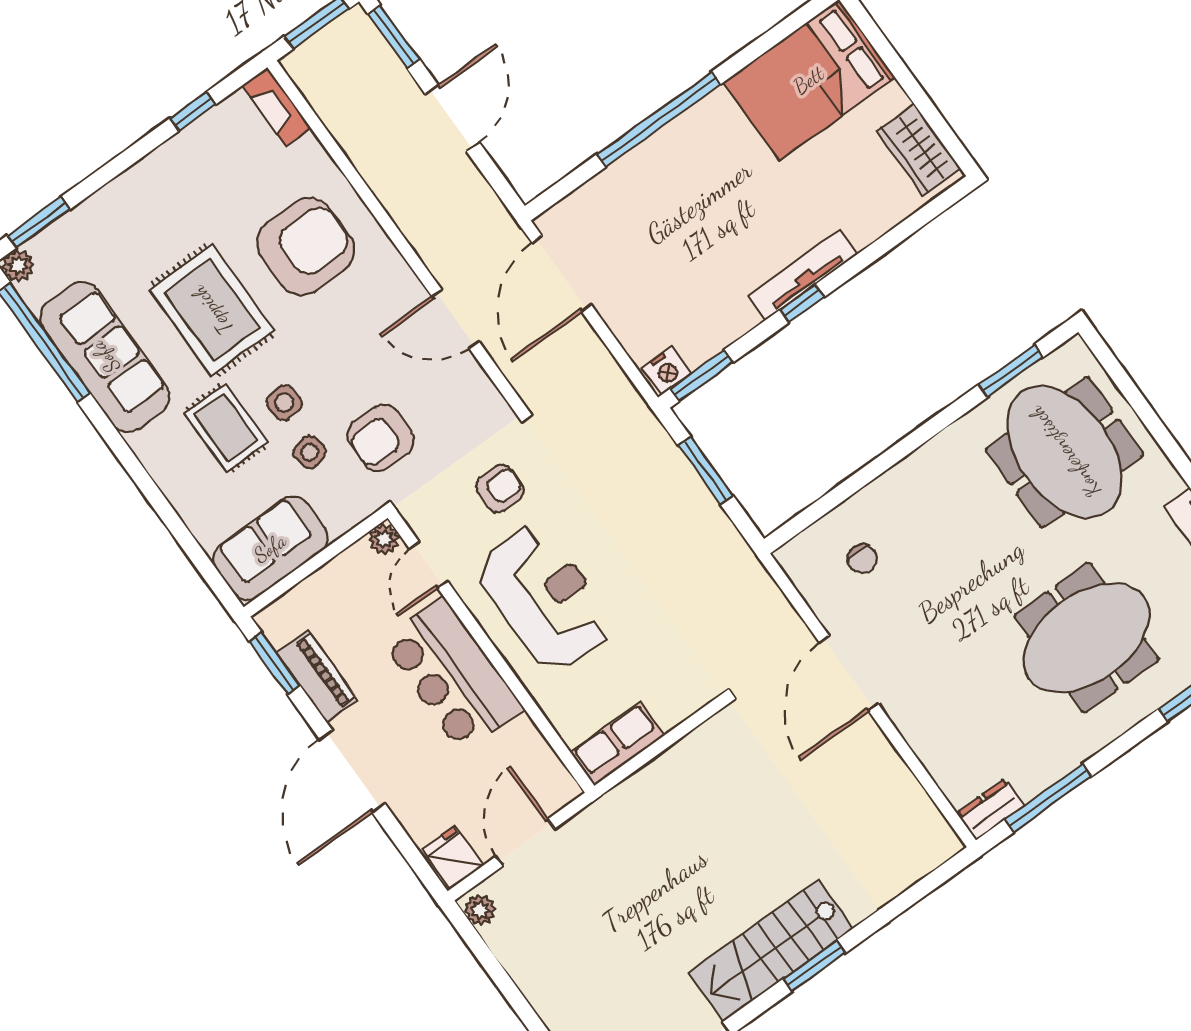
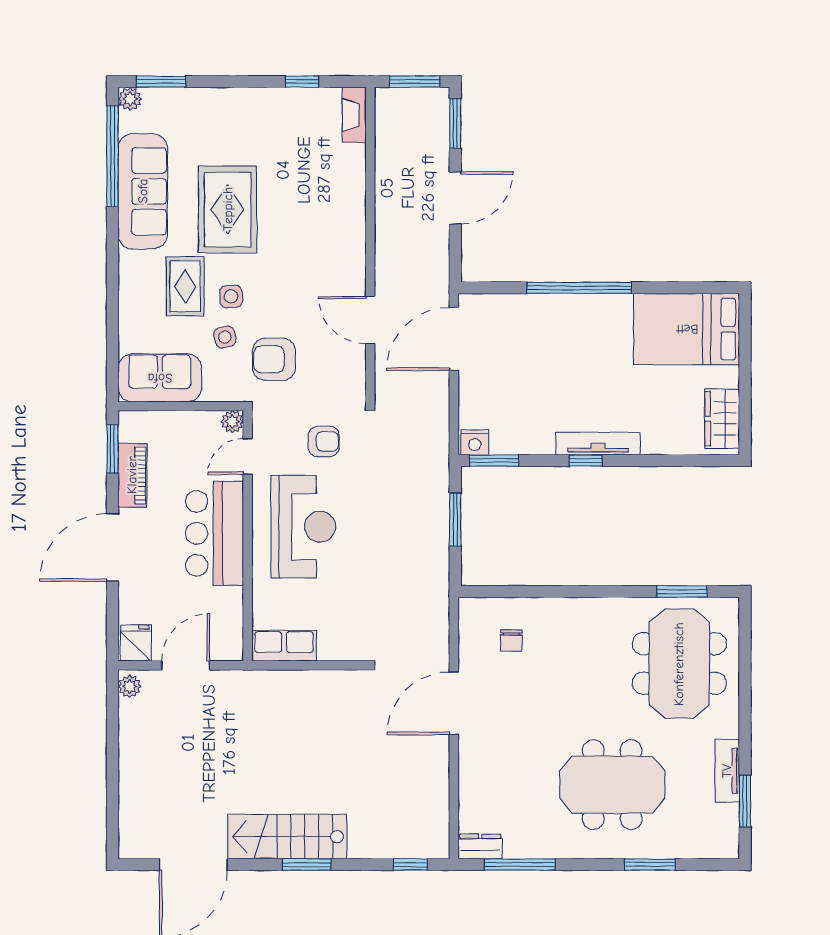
armchair: (306, 247) -> (311, 212), removed
window: (928, 884) -> (410, 865), added

